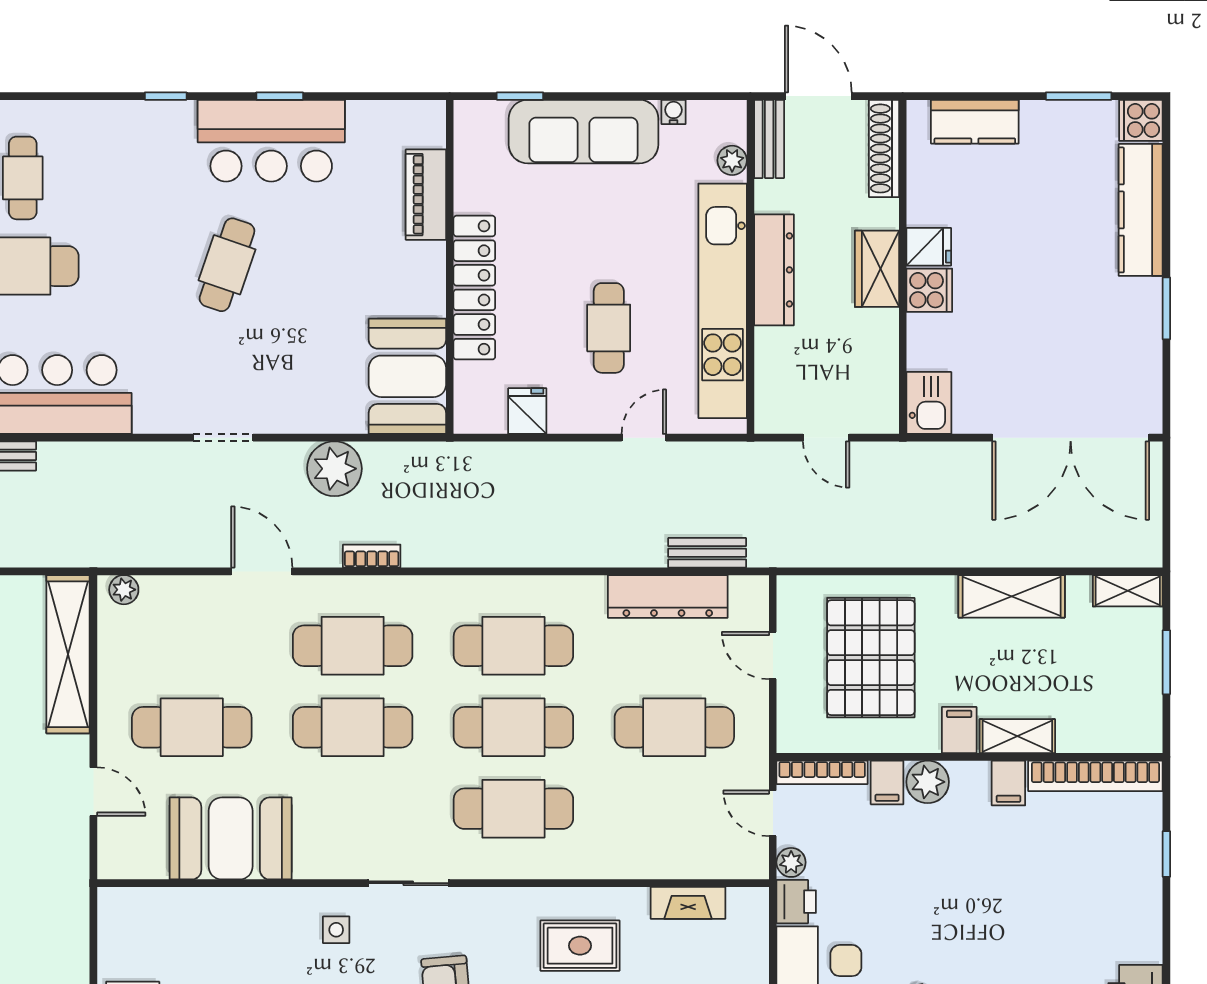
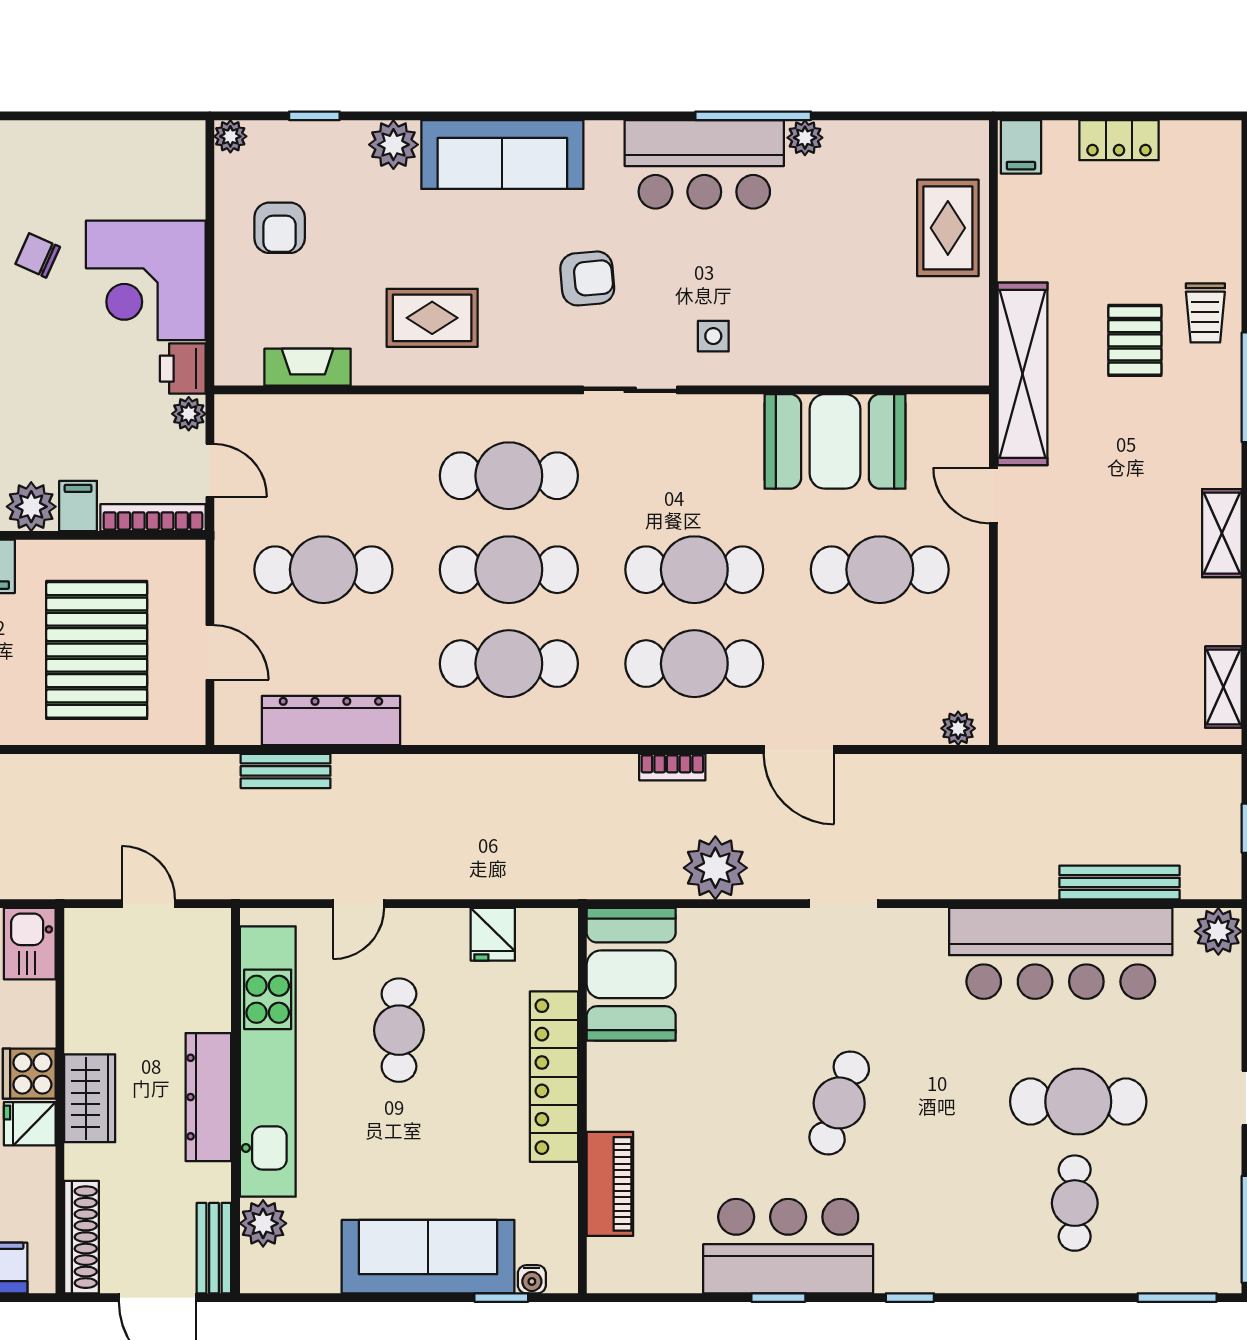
water cooler: (674, 112) -> (532, 1279), moved
plant: (732, 160) -> (263, 1223), width x1.38, depth x1.38
shelving: (68, 654) -> (1023, 374), moved

